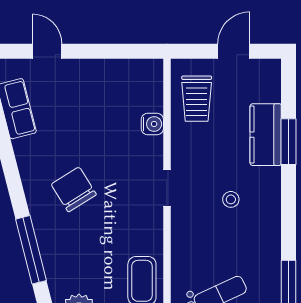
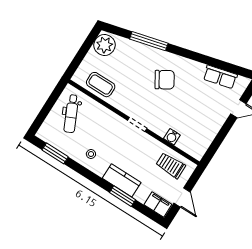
filing cabinet: (267, 81) -> (158, 204), added
kitchen counter: (266, 135) -> (122, 180), moved
stool: (231, 199) -> (91, 154), moved

